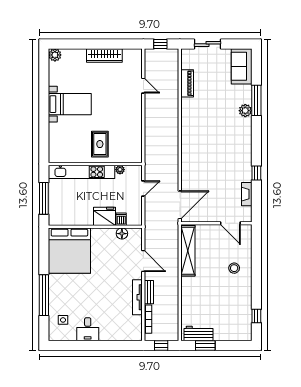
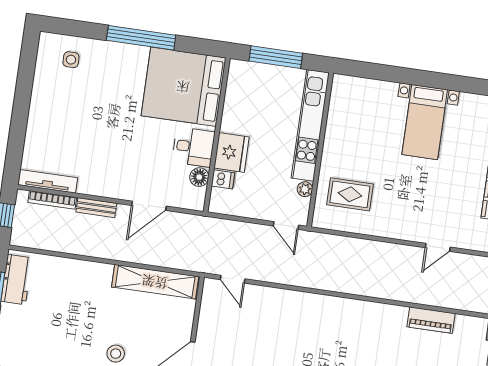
rug: (100, 144) -> (350, 194), moved
door: (143, 189) -> (286, 226), moved
door: (180, 205) -> (233, 279), width x0.53
window: (44, 295) -> (141, 38), moved
tv unit: (137, 297) -> (48, 181), moved
desk: (88, 329) -> (193, 147), moved, turned 180

